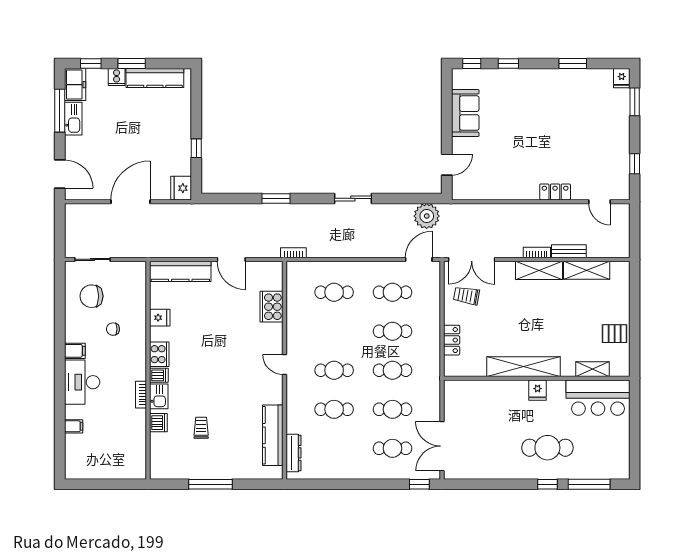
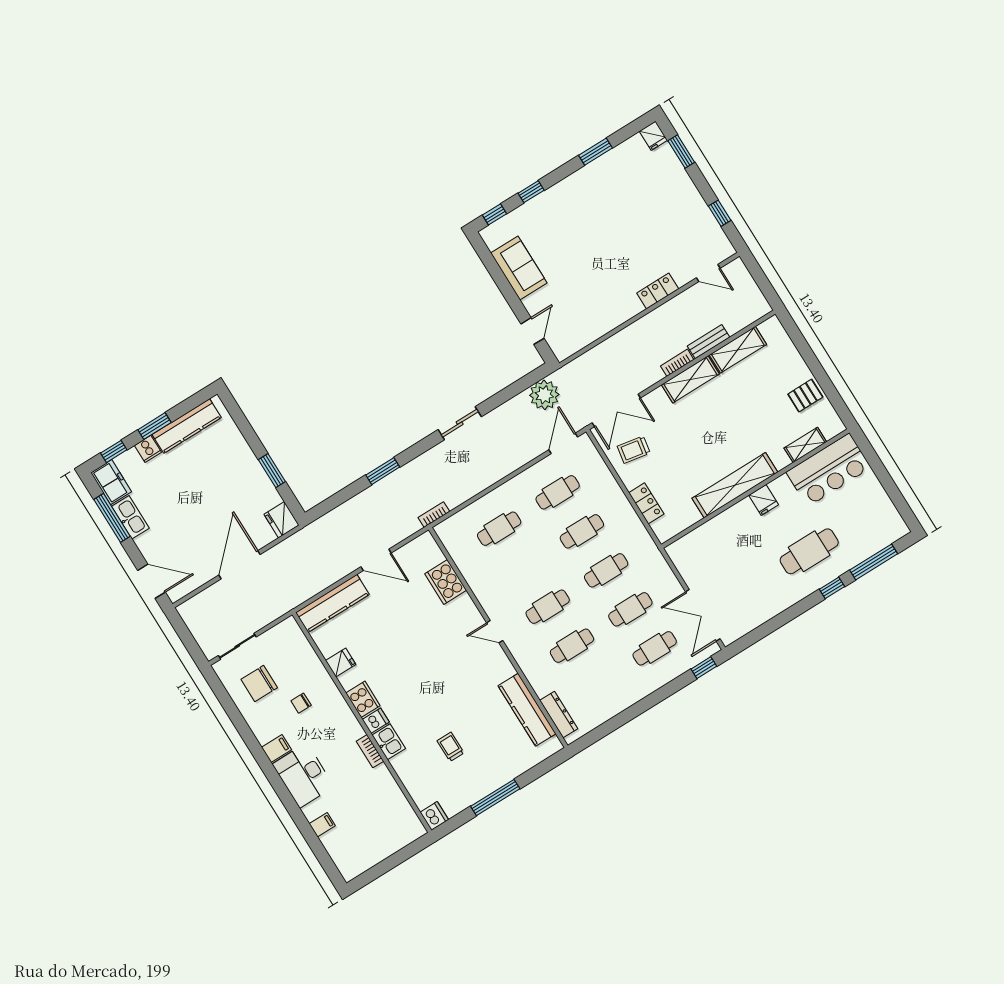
window: (196, 148) -> (272, 471), width x1.50
dishwasher: (158, 423) -> (434, 816), moved

